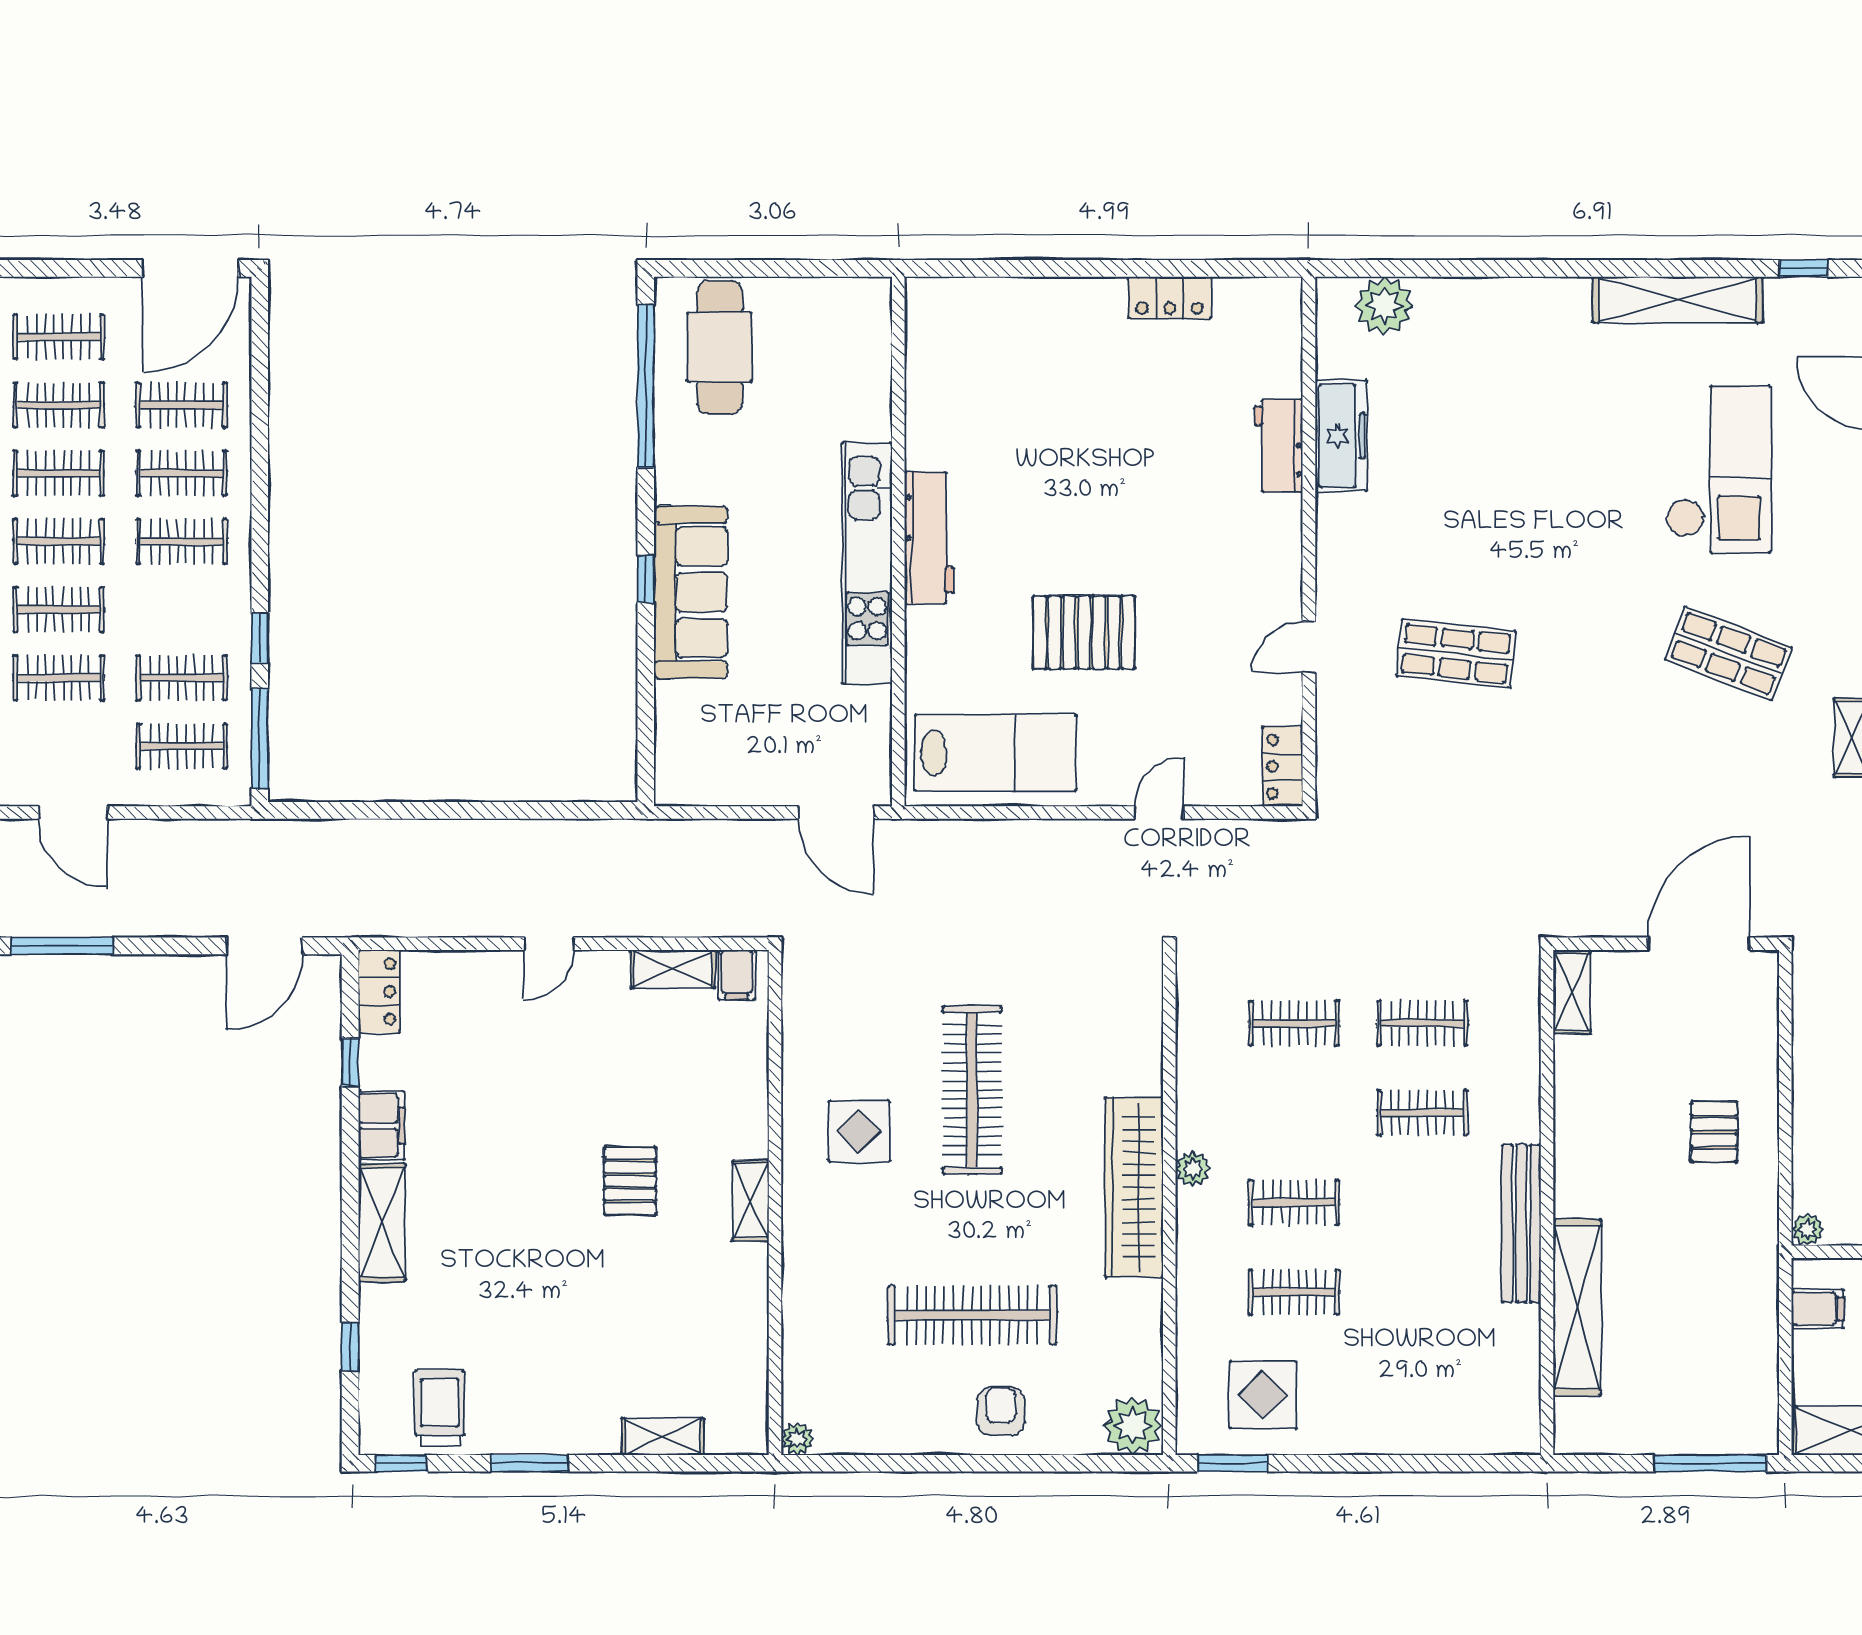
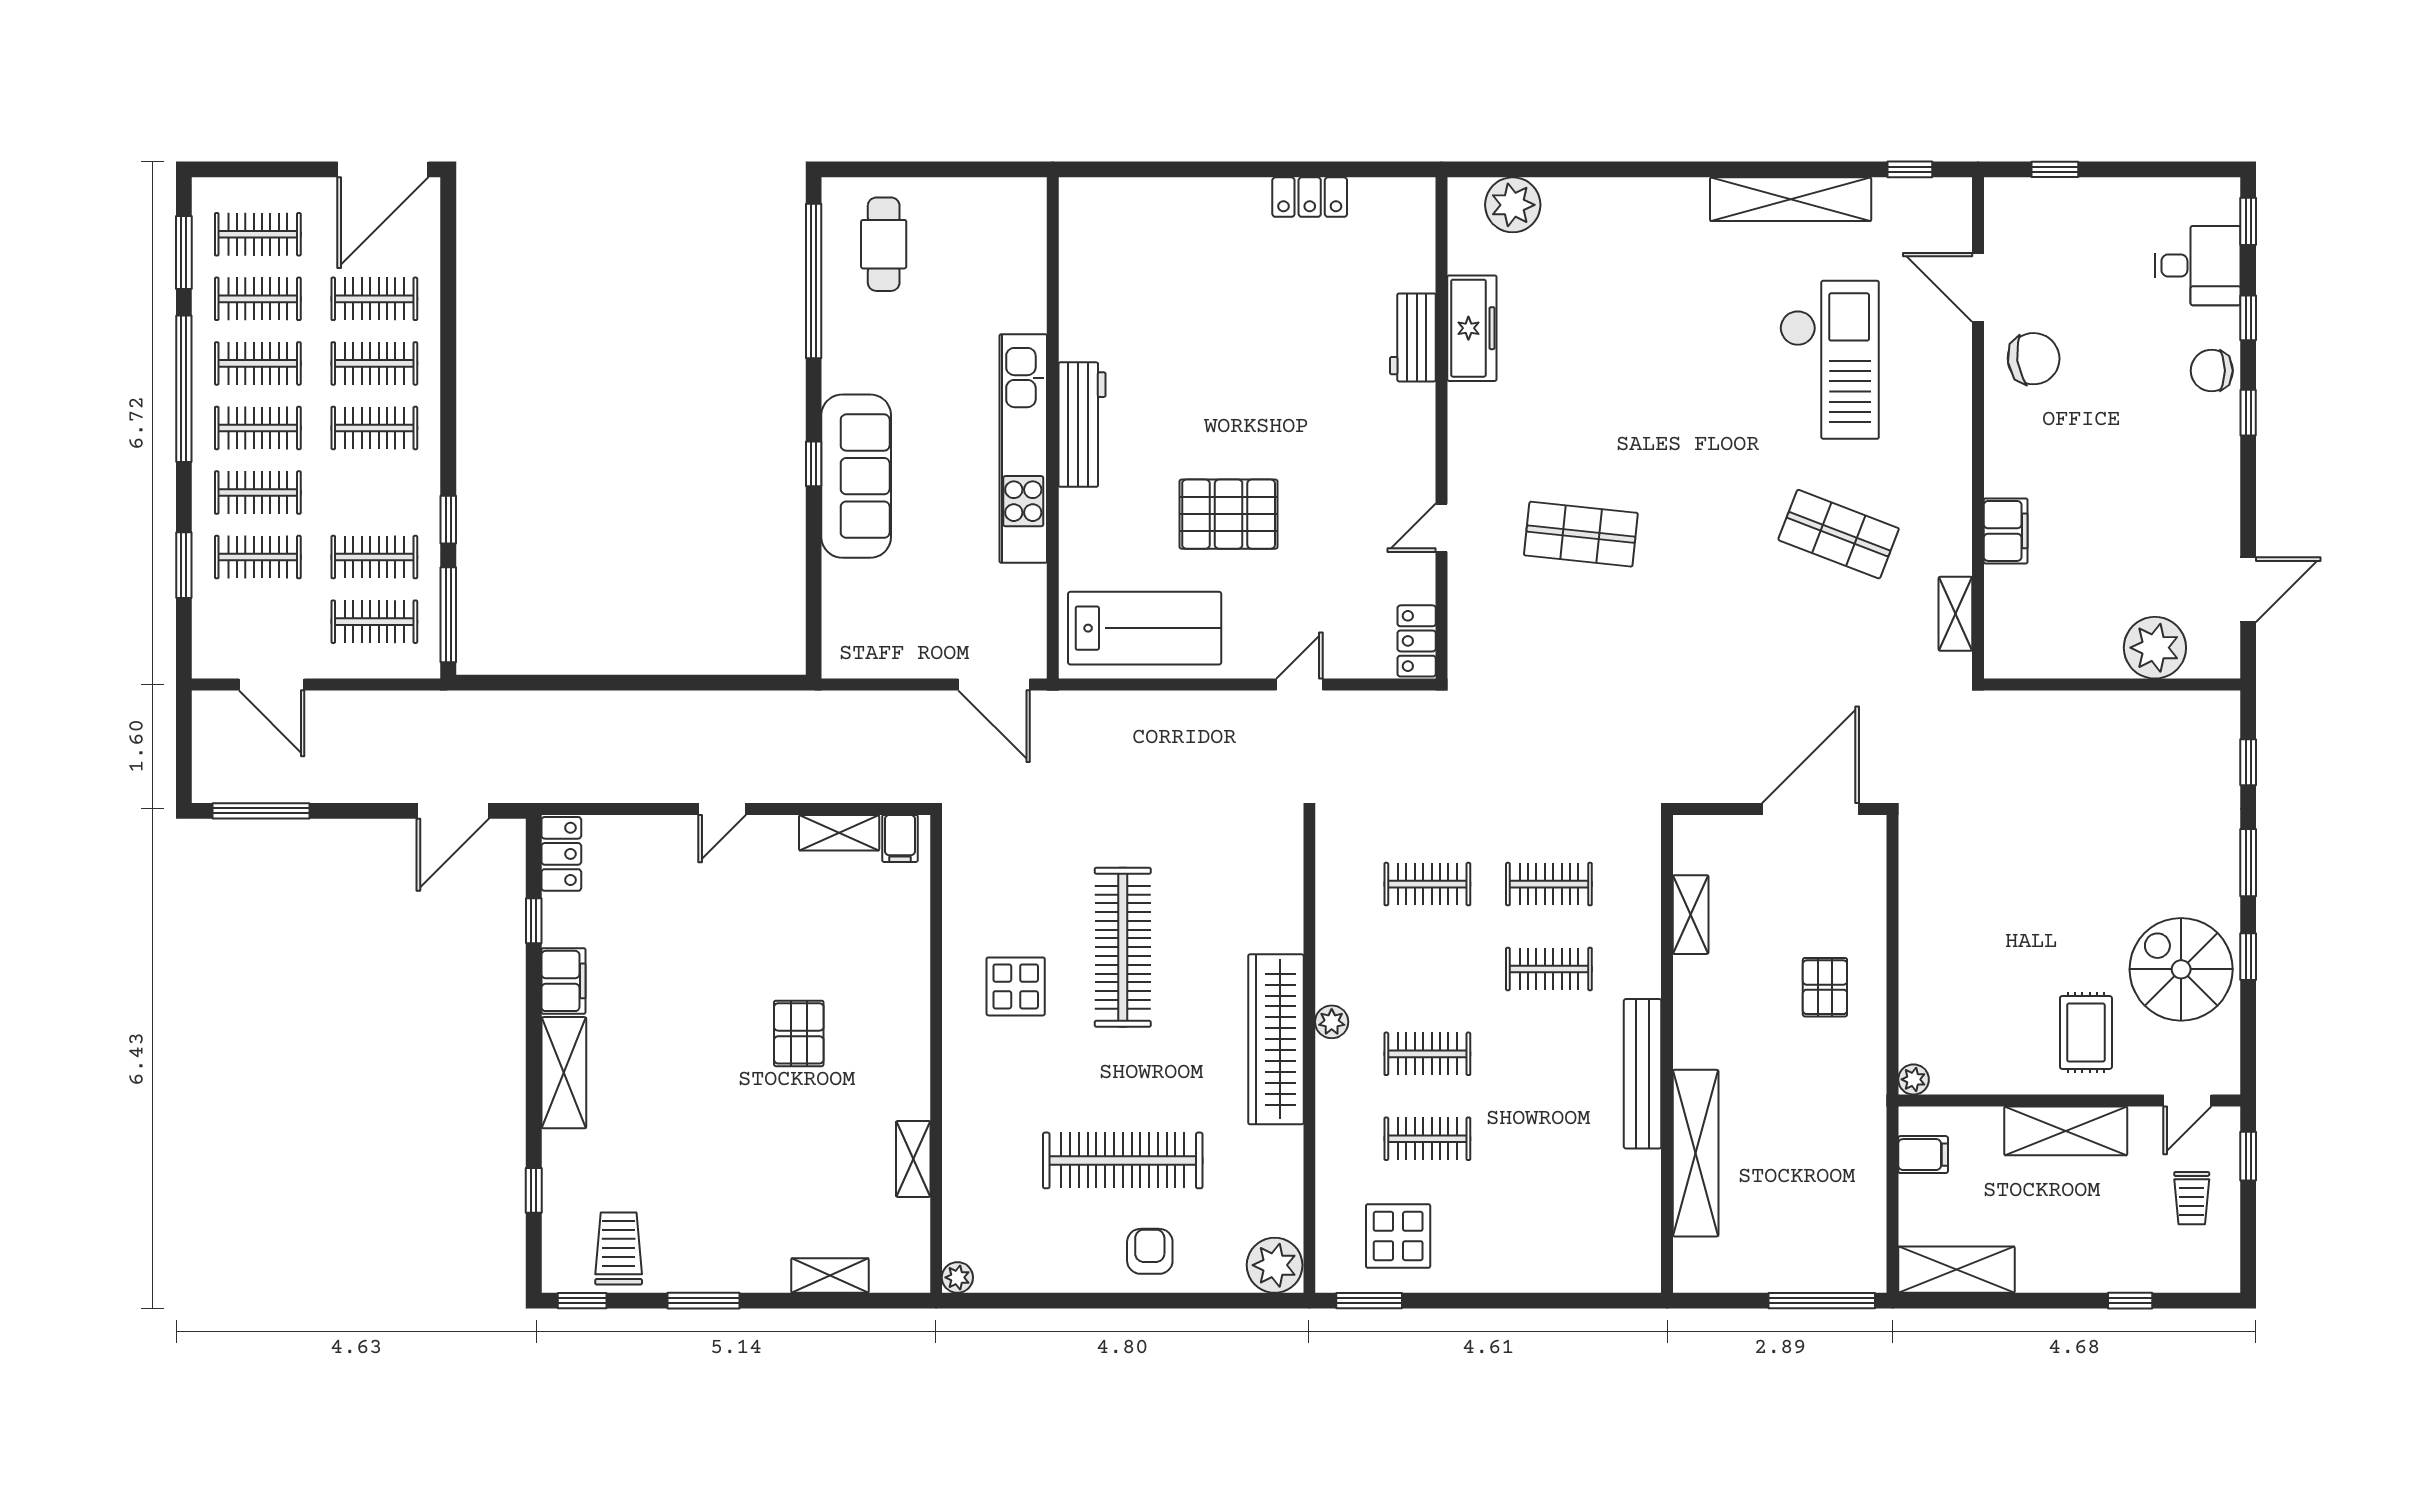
cafe table: (720, 347) -> (884, 244), width x0.73, depth x0.74
shelving: (1572, 992) -> (1691, 915), moved
shelving: (751, 1201) -> (913, 1159), moved

